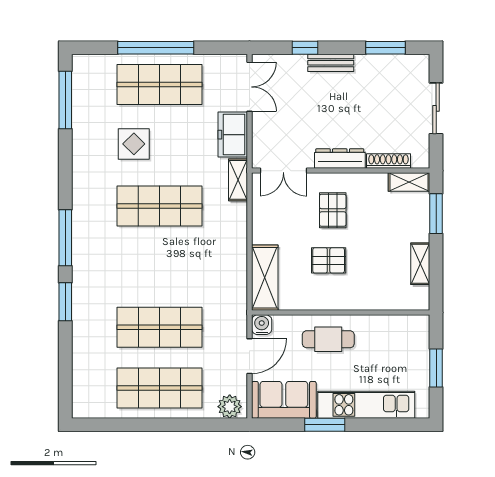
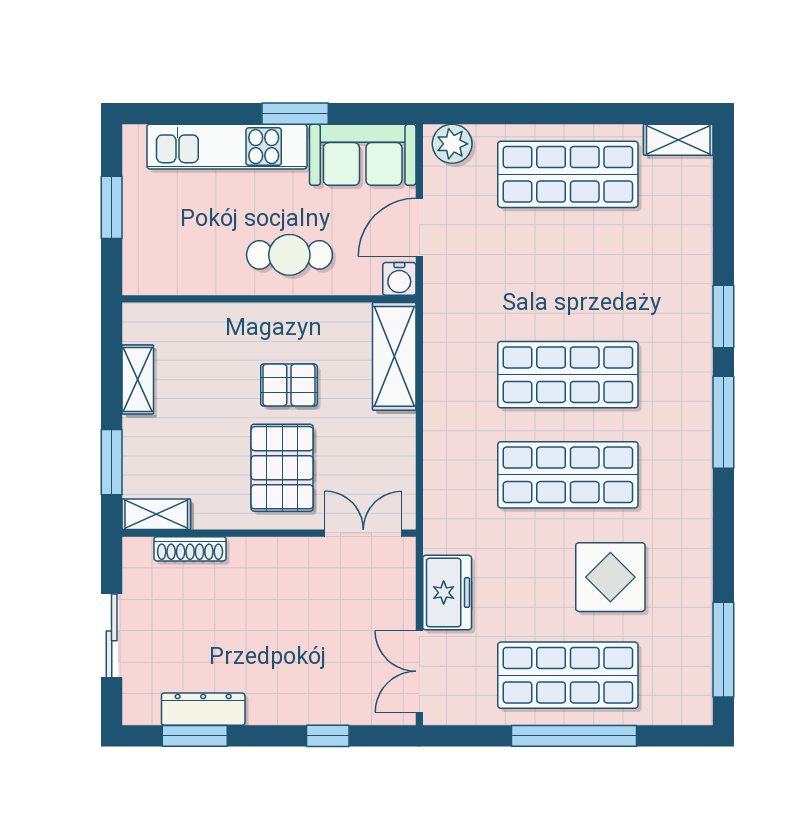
bench: (331, 63) -> (285, 711), removed
display table: (134, 144) -> (610, 577), width x1.36, depth x1.36
dresser: (340, 159) -> (203, 709), moved, turned 180
shelving: (238, 180) -> (678, 140), moved, turned 90
pallet: (333, 210) -> (282, 468), width x1.50, depth x1.42
shop shelf: (160, 327) -> (568, 375), moved

